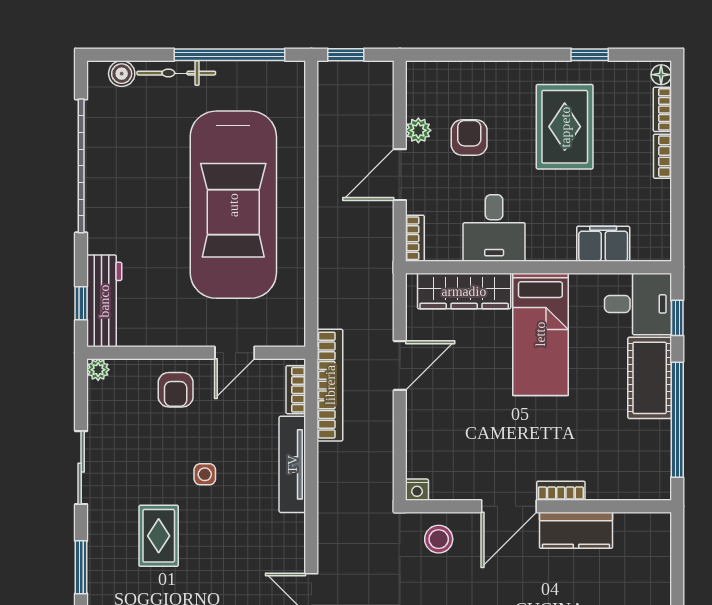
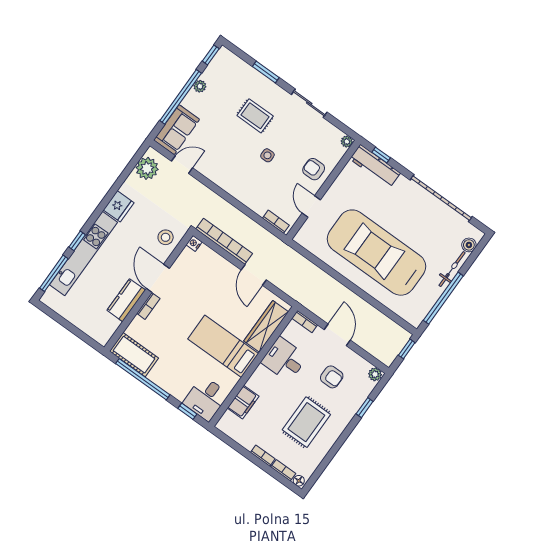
window: (590, 55) -> (365, 408), moved
rug: (565, 127) -> (306, 422), turned 90
plant: (418, 130) -> (375, 374), moved
cot: (650, 378) -> (134, 355), moved
bookcase: (330, 385) -> (224, 241), moved, turned 180
tv unit: (292, 464) -> (244, 197), removed

